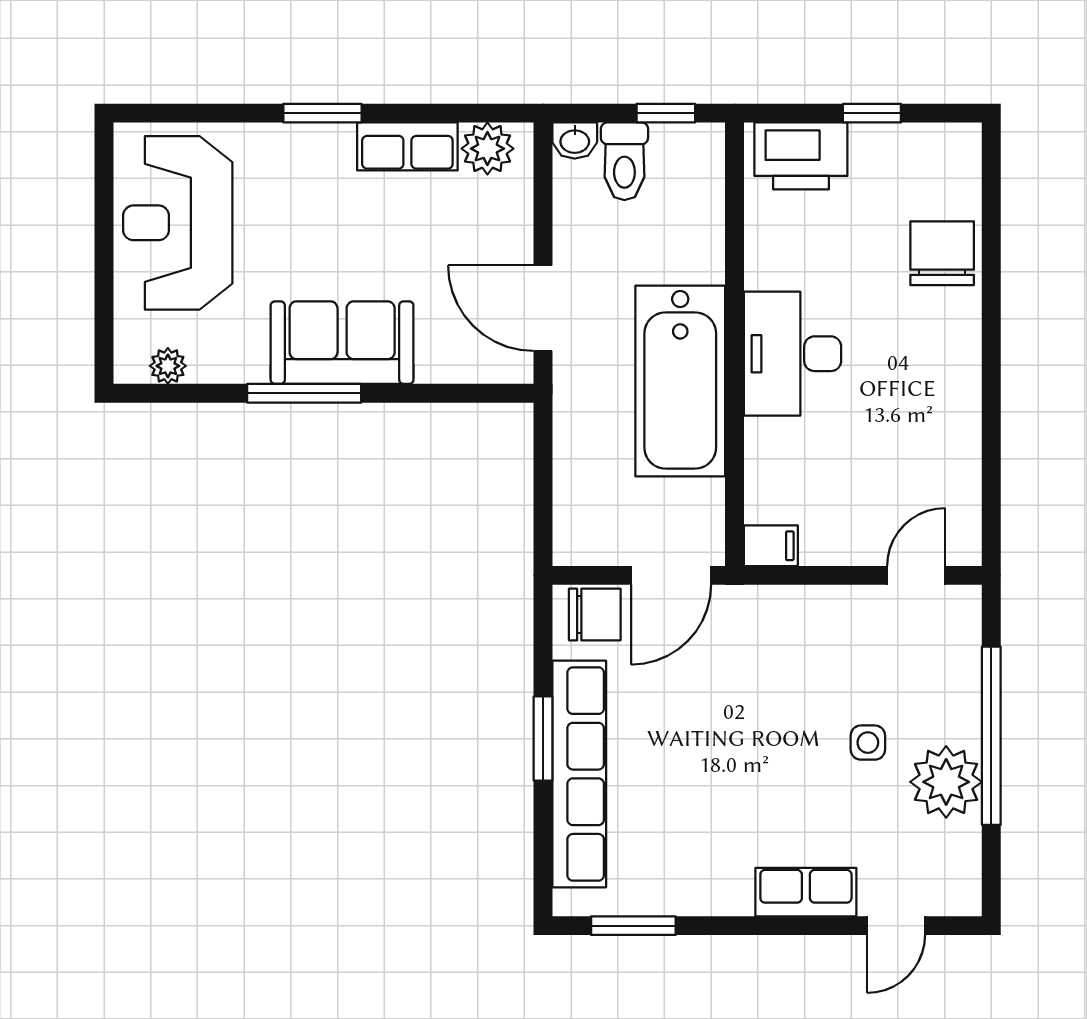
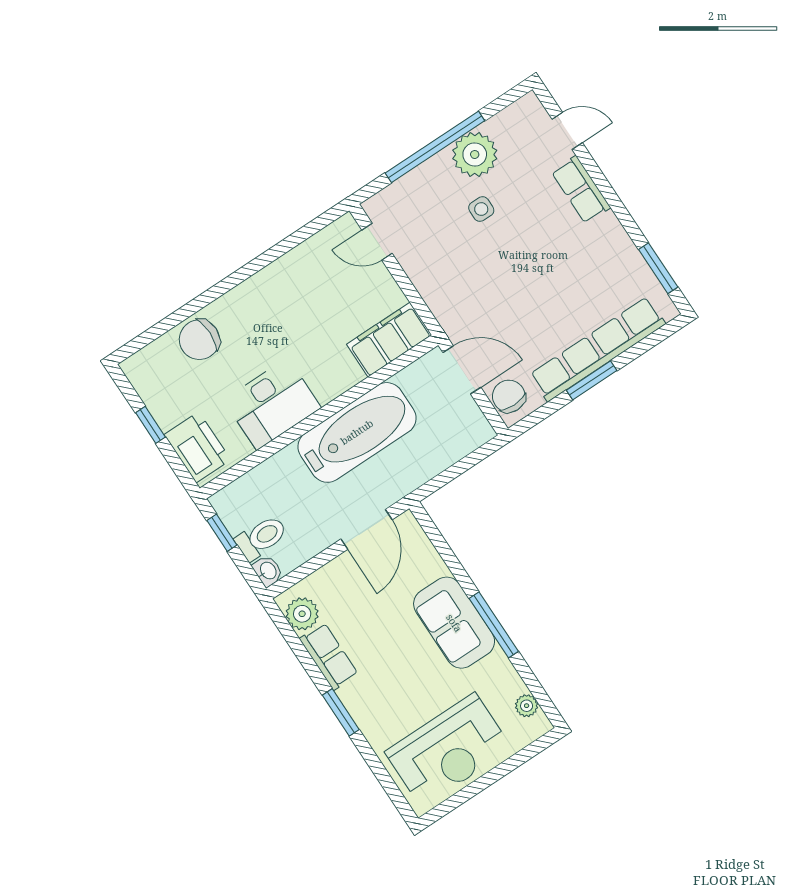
desk: (793, 354) -> (272, 404), moved
filing cabinet: (771, 546) -> (389, 340), width x3.00, depth x1.17

